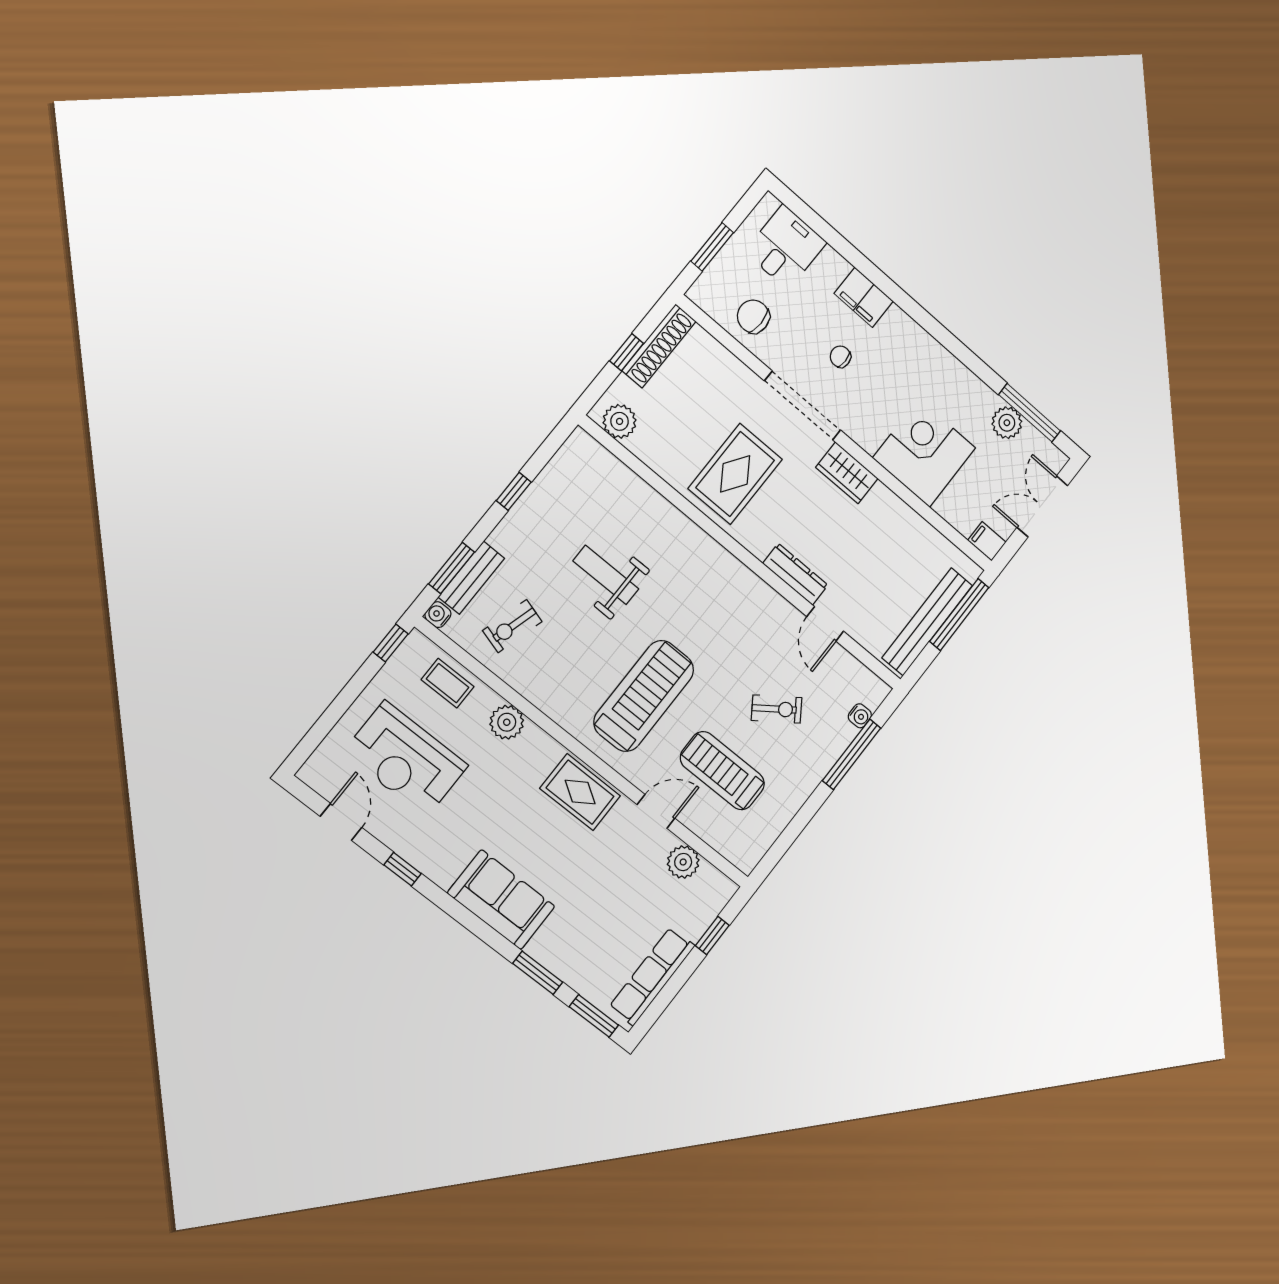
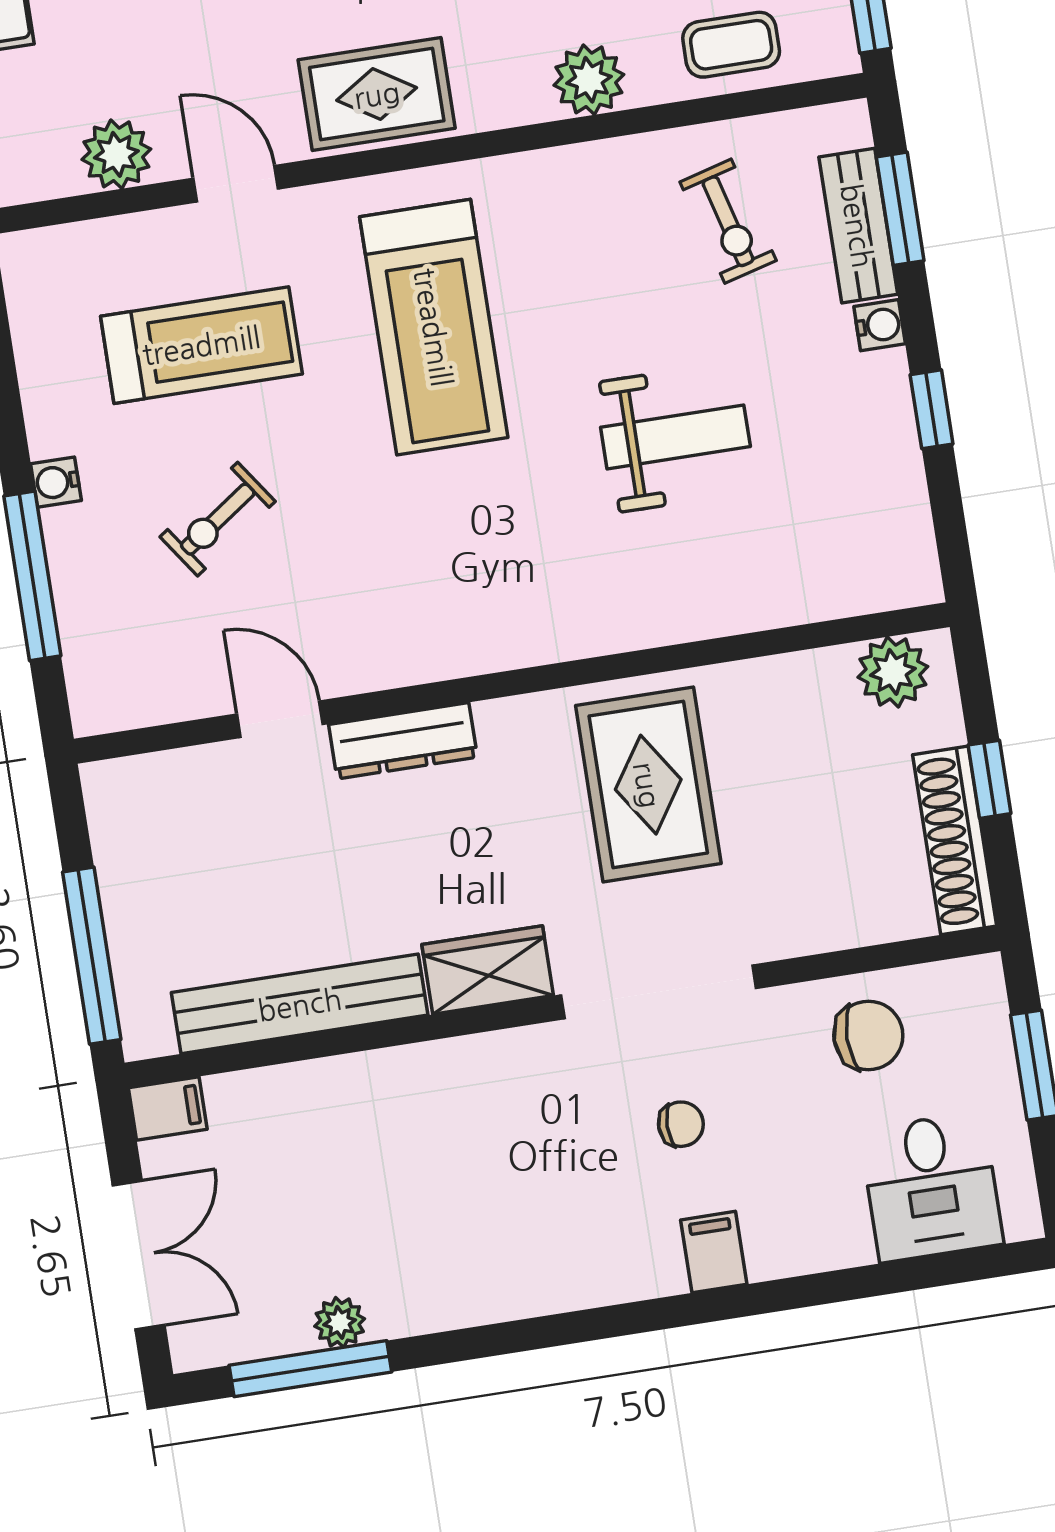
filing cabinet: (864, 297) -> (714, 1252), width x0.50
plant: (1007, 423) -> (340, 1322), width x0.73, depth x0.73
corner desk: (924, 453) -> (405, 1129), removed
water cooler: (438, 615) -> (880, 325), moved
bench: (927, 622) -> (300, 1004), moved, turned 90
exercise bike: (512, 626) -> (728, 221), turned 149
water cooler: (860, 716) -> (56, 482), moved
door: (656, 811) -> (236, 184), swing flipped

